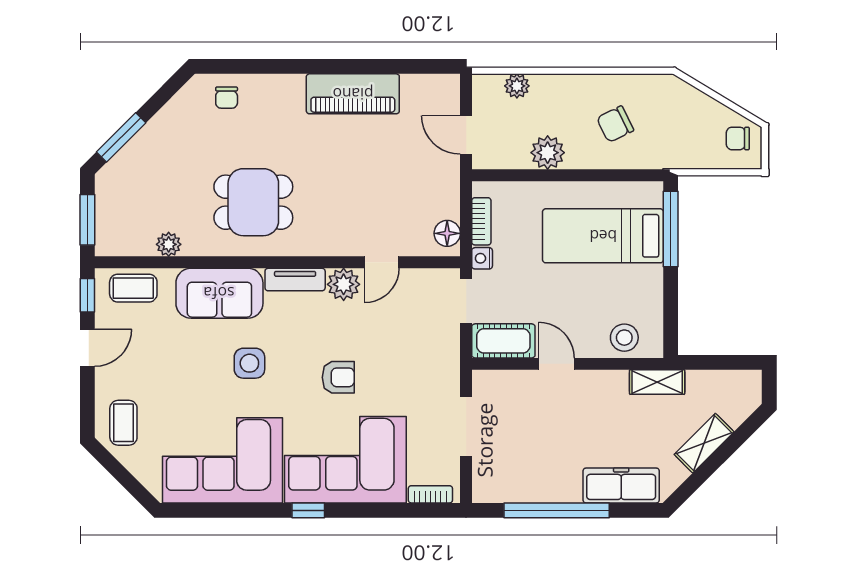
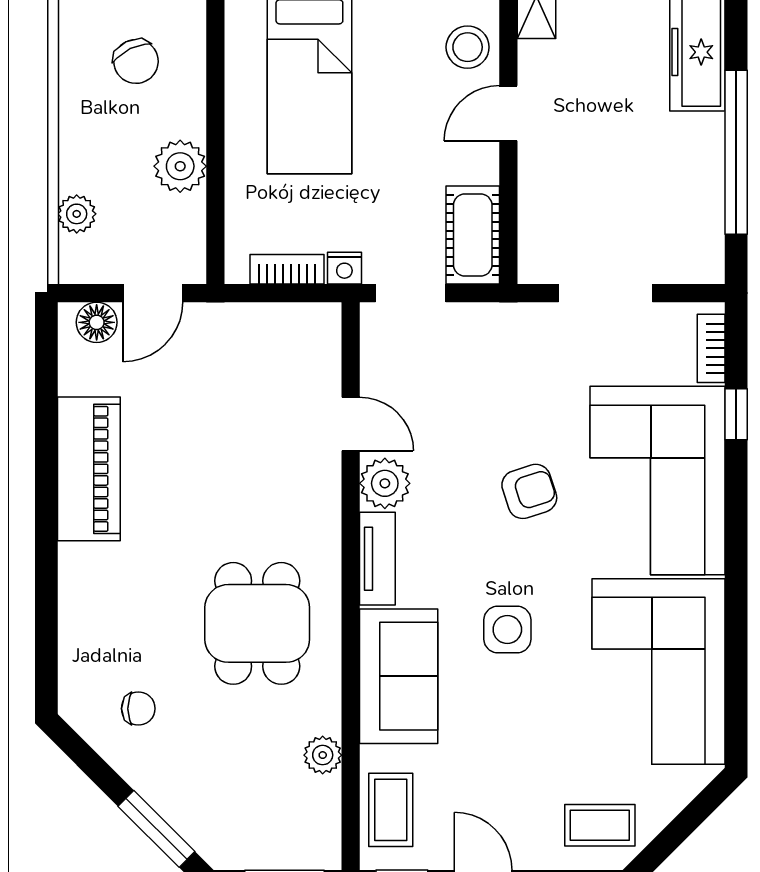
chair: (227, 98) -> (138, 709), moved
floor lamp: (447, 233) -> (97, 322), moved
door: (556, 364) -> (508, 113), moved
armchair: (338, 377) -> (529, 491), turned 72
window: (308, 510) -> (736, 414), moved

